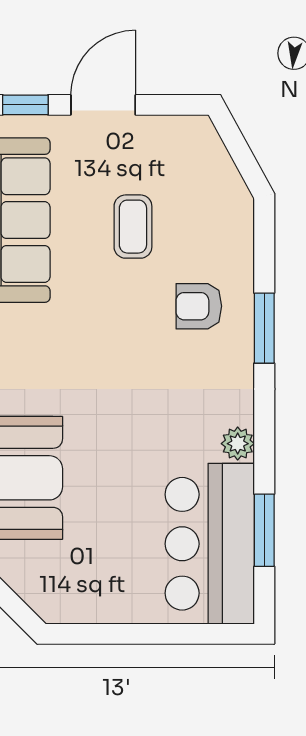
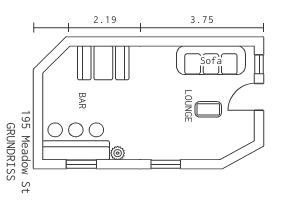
door: (103, 105) -> (259, 97), swing flipped
armchair: (199, 306) -> (175, 137), removed

